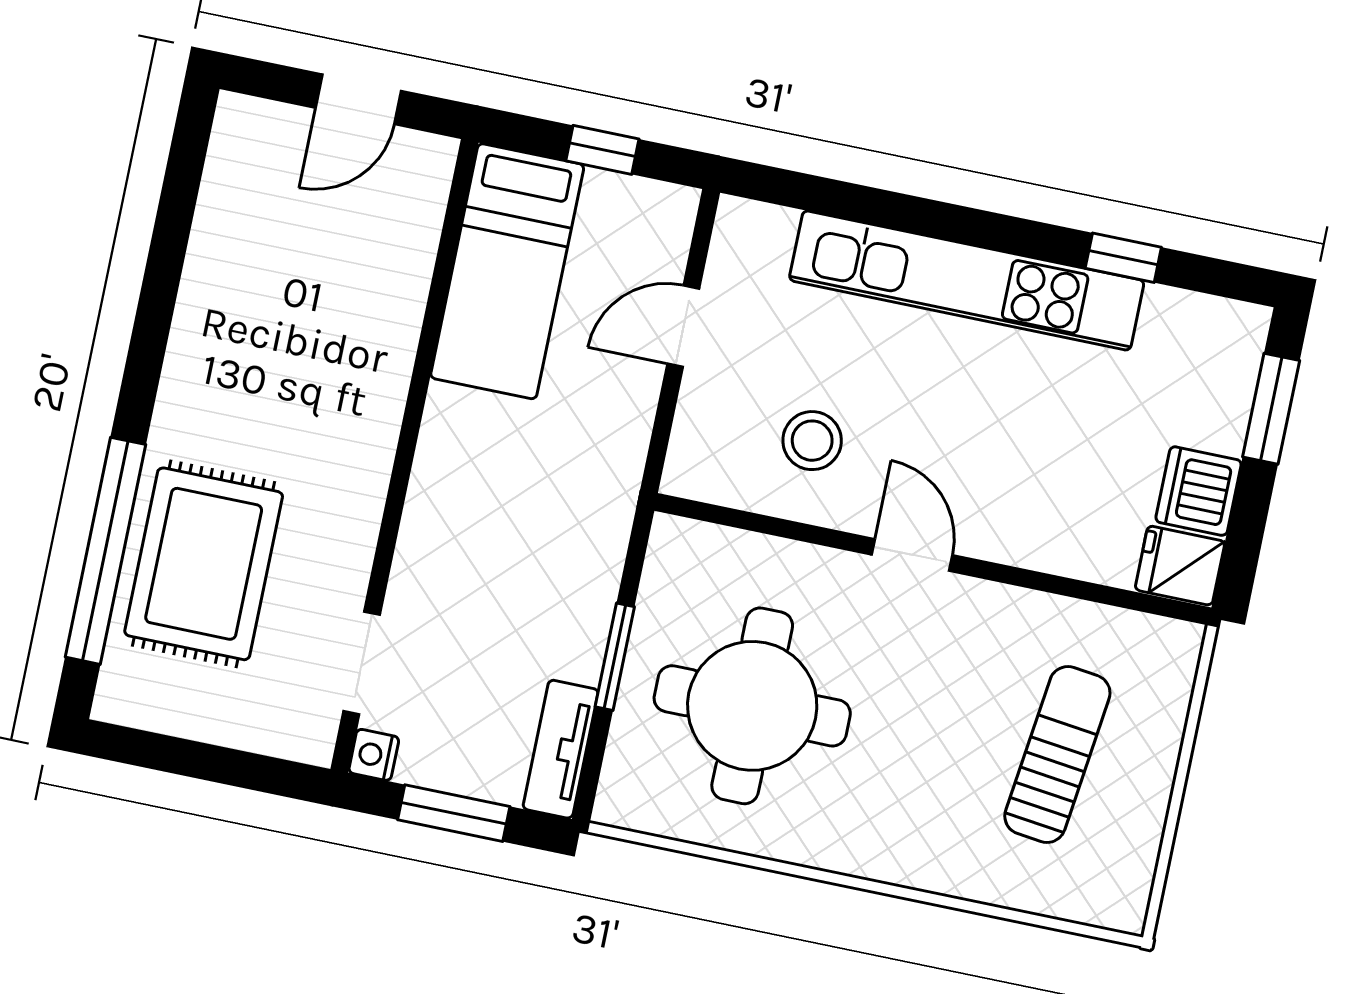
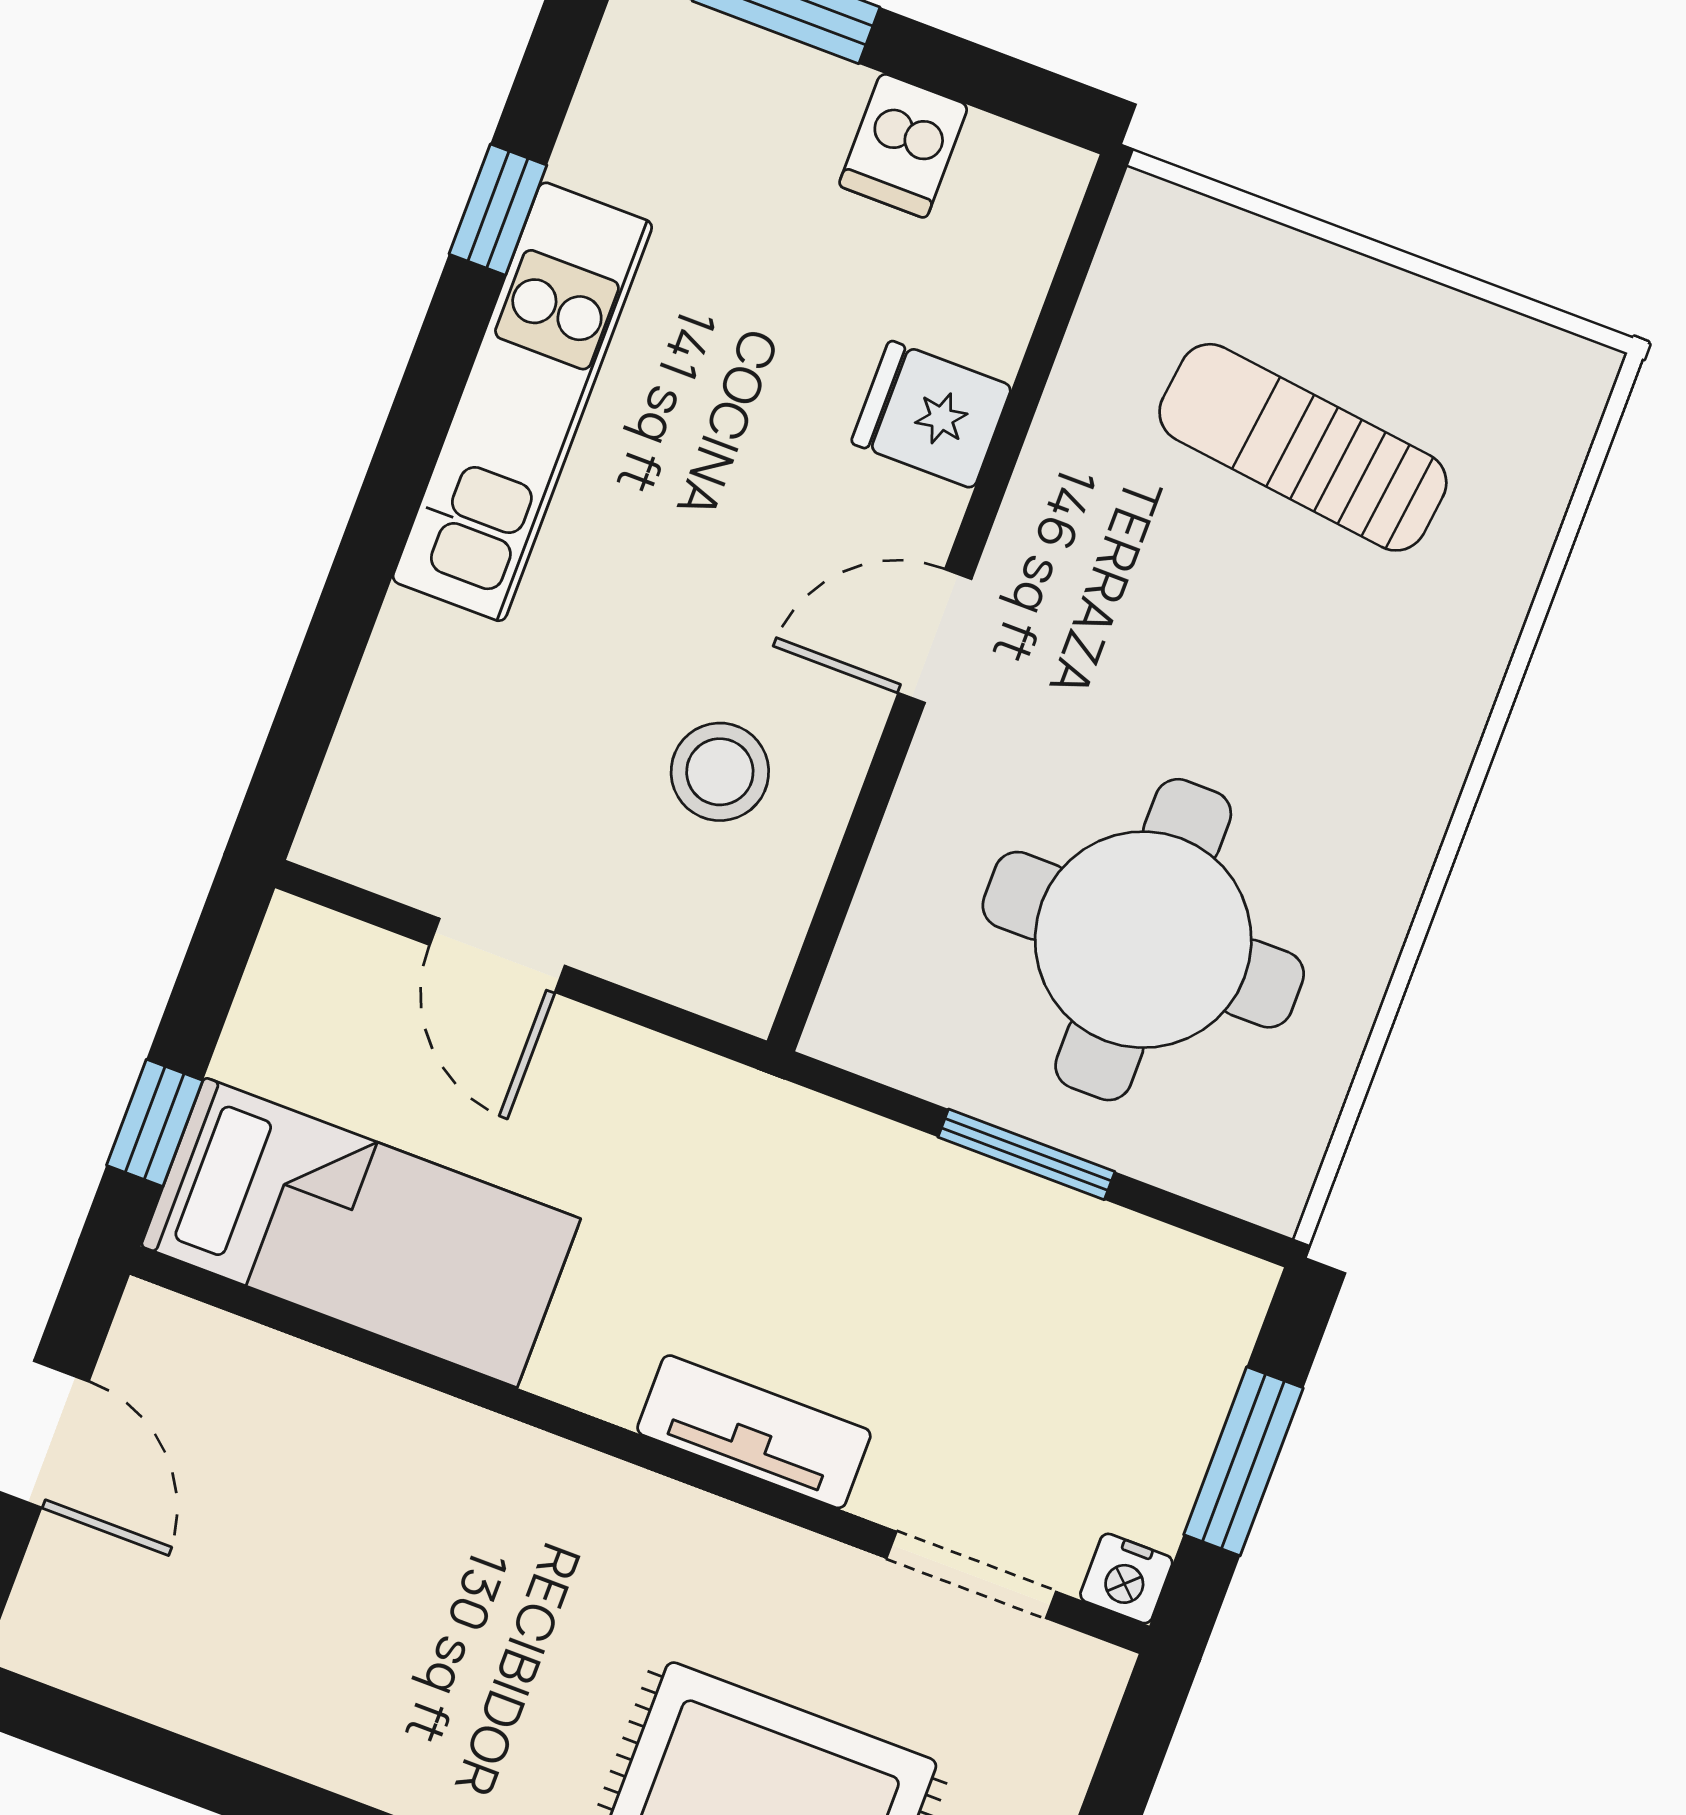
window: (602, 150) -> (155, 1123), moved
kitchen unit: (967, 280) -> (522, 402), width x0.73
dishwasher: (1199, 491) -> (904, 146), width x0.73
fridge: (1180, 566) -> (931, 415), moved, turned 90
tv unit: (561, 749) -> (754, 1432), moved, turned 180

